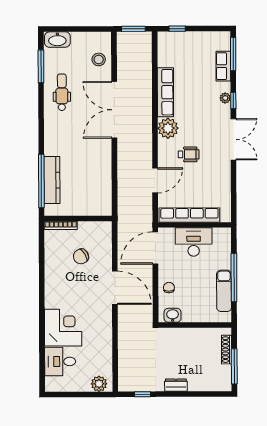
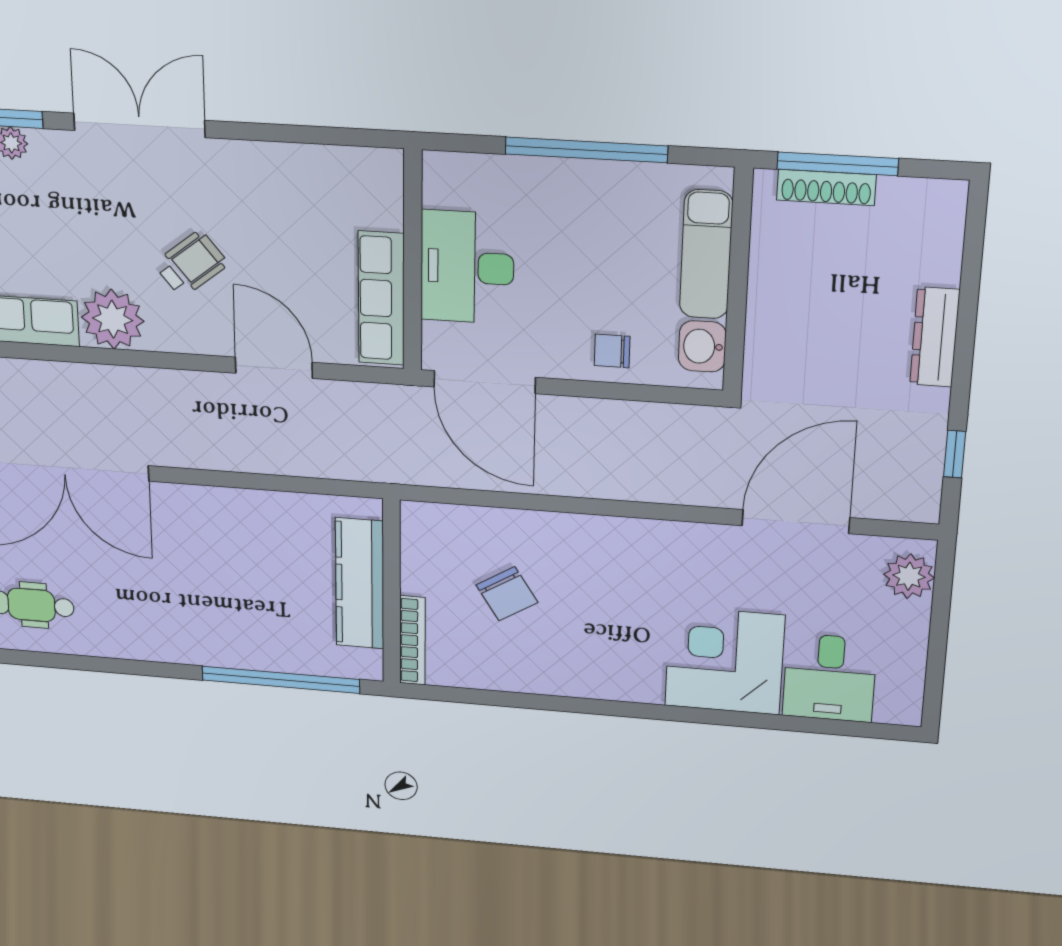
wheelchair: (189, 154) -> (191, 264), turned 51
kitchen counter: (52, 180) -> (360, 584), moved, turned -90
row of seats: (189, 215) -> (381, 298), width x0.73
door: (115, 288) -> (796, 522), moved
exam couch: (224, 291) -> (706, 254), moved, turned 90
window: (234, 366) -> (838, 164), moved
dresser: (176, 385) -> (935, 337), width x1.44

